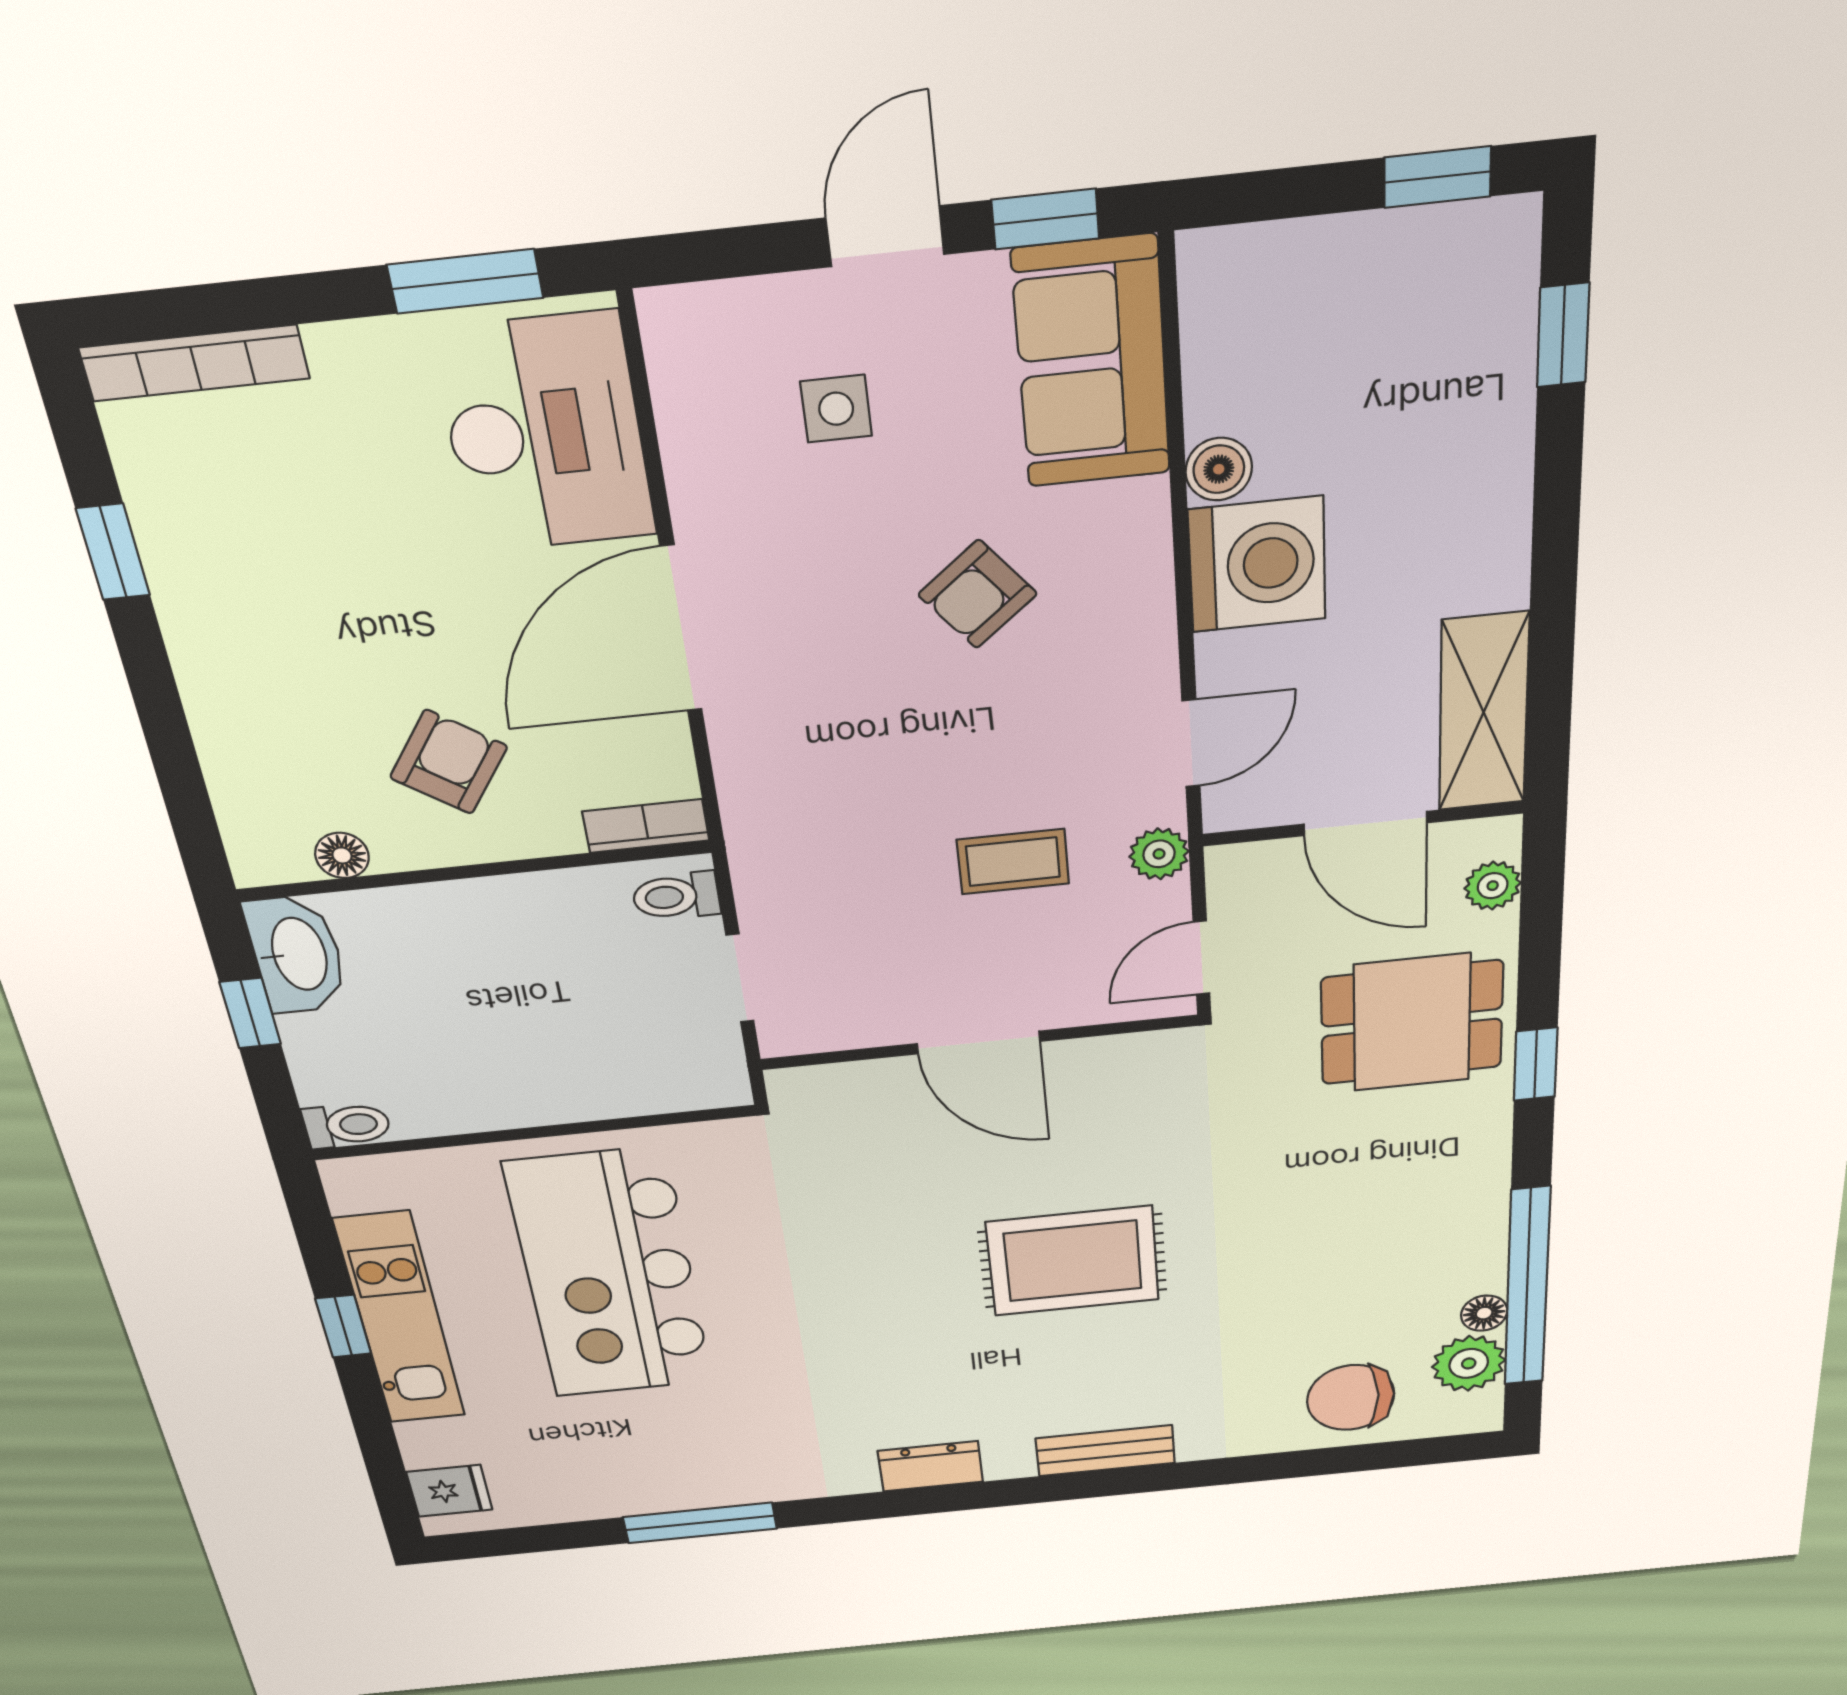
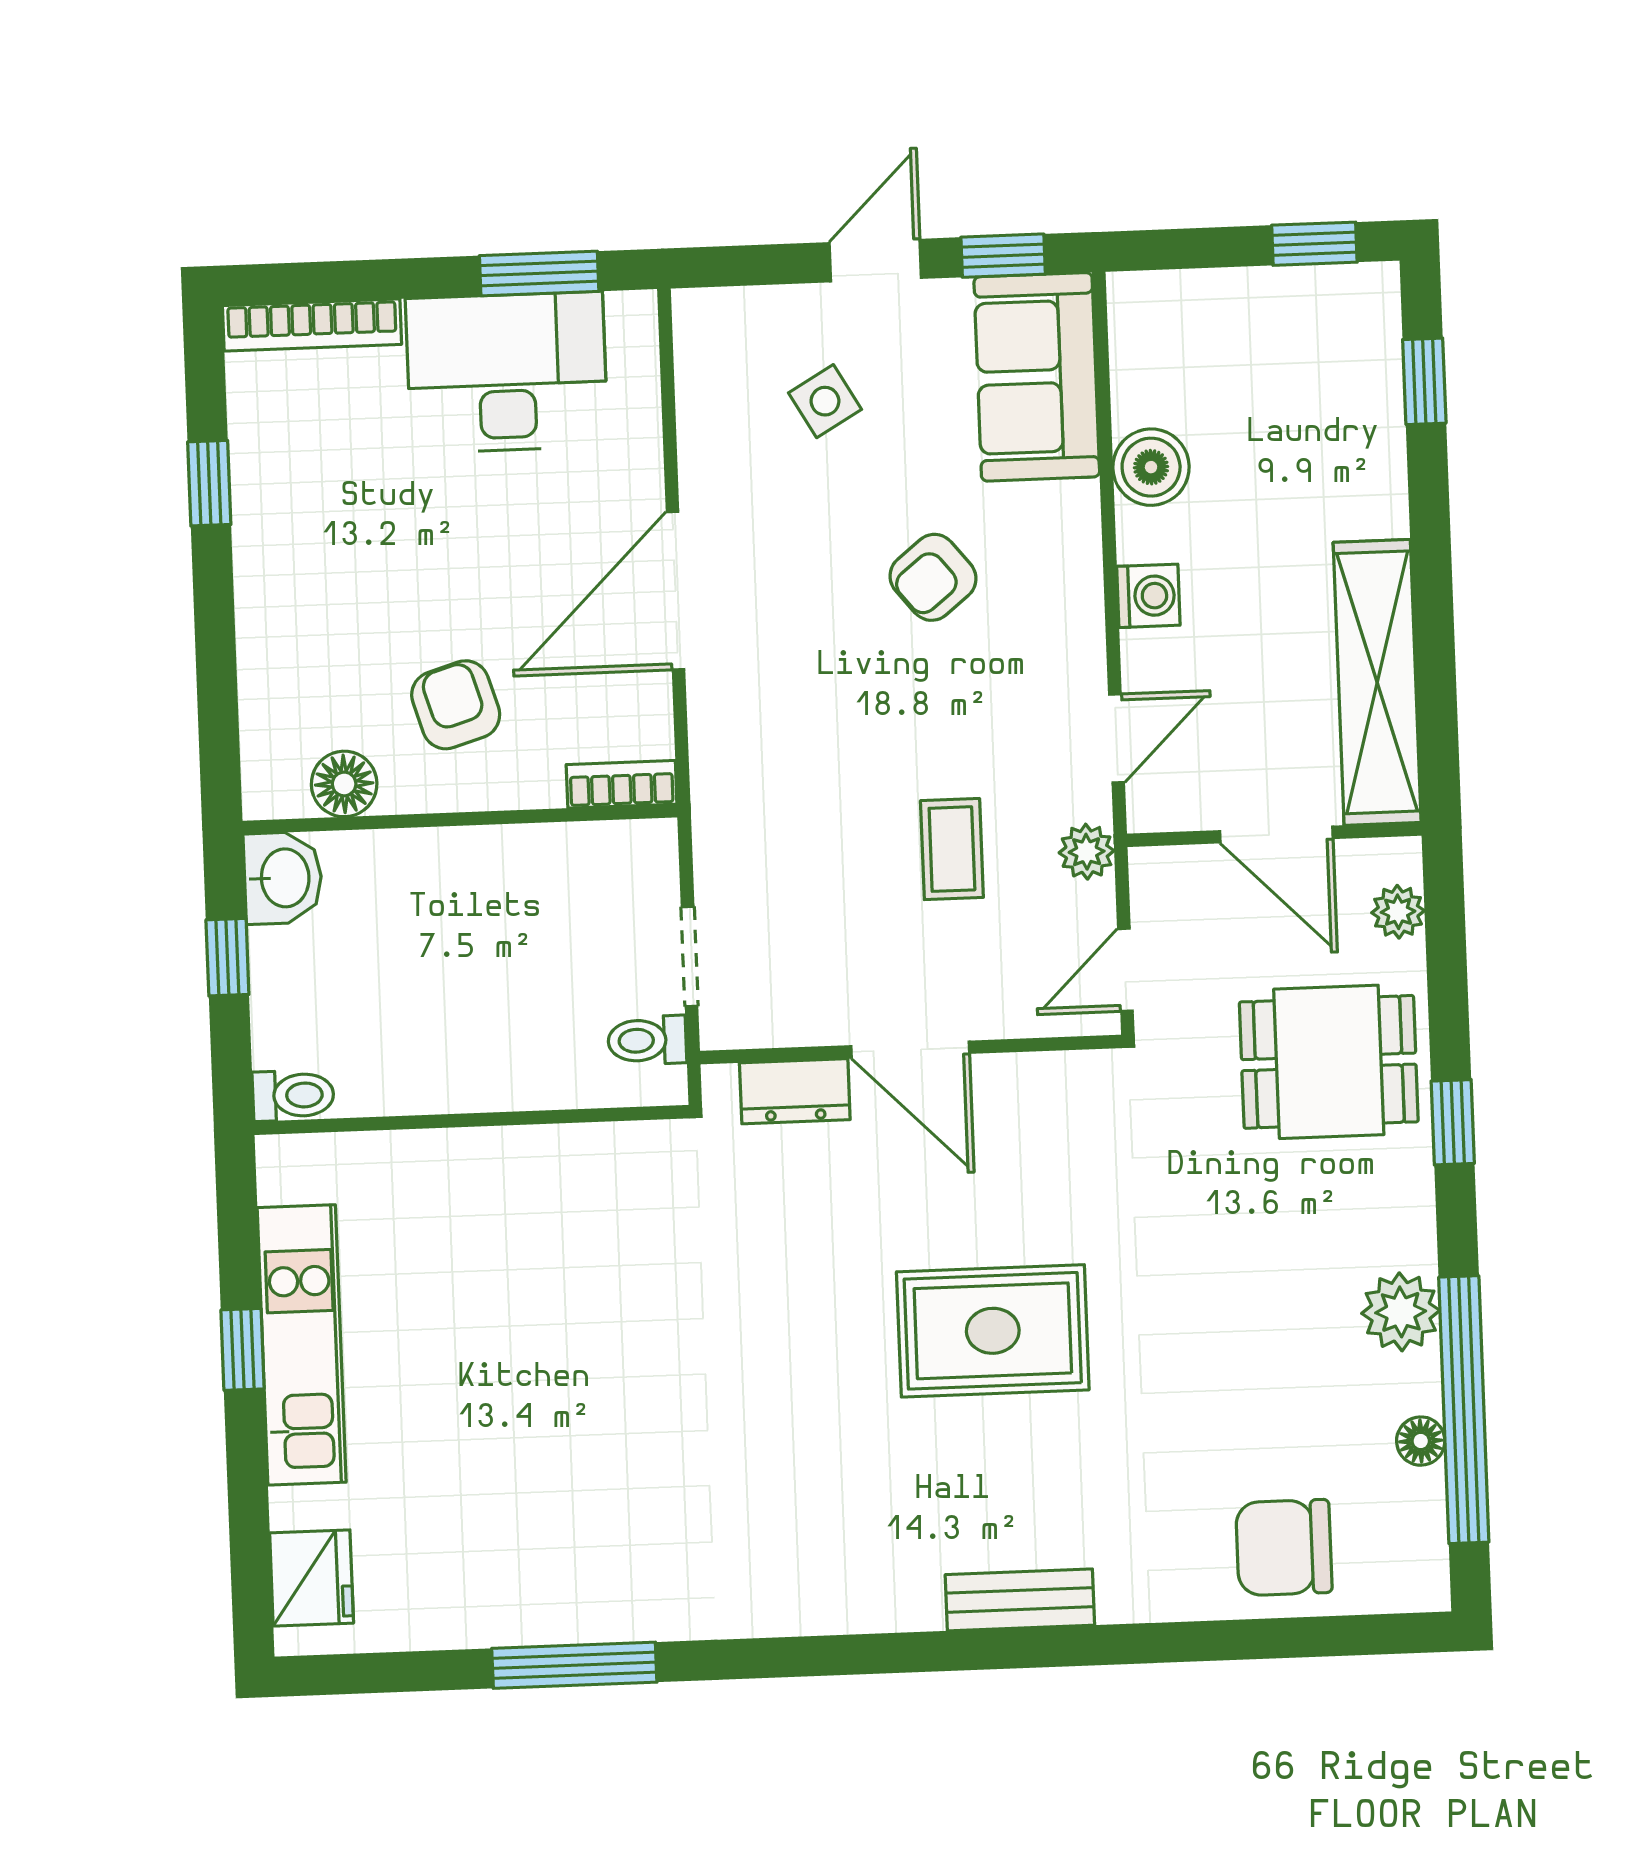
side table: (836, 409) -> (825, 401), turned -30
desk: (545, 434) -> (507, 372), moved, turned -90
boiler: (1219, 469) -> (1151, 467), width x1.36, depth x1.36
washing machine: (1257, 564) -> (1148, 596), width x0.53, depth x0.53
shelving: (1484, 712) -> (1377, 682), width x1.47
armchair: (449, 762) -> (456, 705), turned -52
floor lamp: (342, 855) -> (344, 784), width x1.37, depth x1.37
coffee table: (1013, 862) -> (952, 849), turned 90
toilet: (676, 896) -> (647, 1040), moved
washbasin: (297, 954) -> (283, 878), width x0.72
kitchen island: (610, 1274) -> (522, 1306), removed
plant: (1469, 1363) -> (1401, 1312), moved
dresser: (930, 1466) -> (795, 1091), moved, turned 180
fridge: (449, 1491) -> (312, 1578), width x1.38

